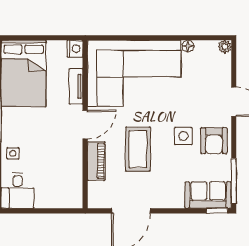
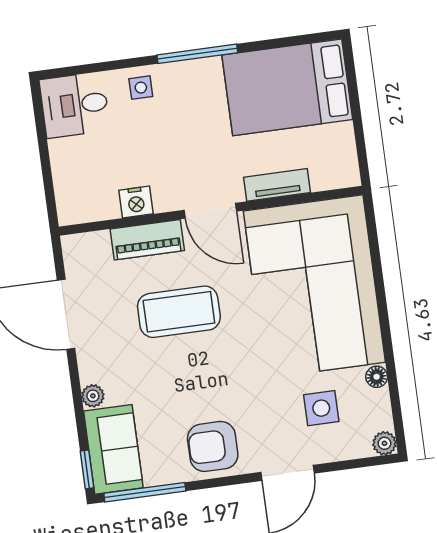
nightstand: (75, 49) -> (136, 202), moved
side table: (183, 136) -> (321, 408), moved
plant: (177, 202) -> (93, 396), added

